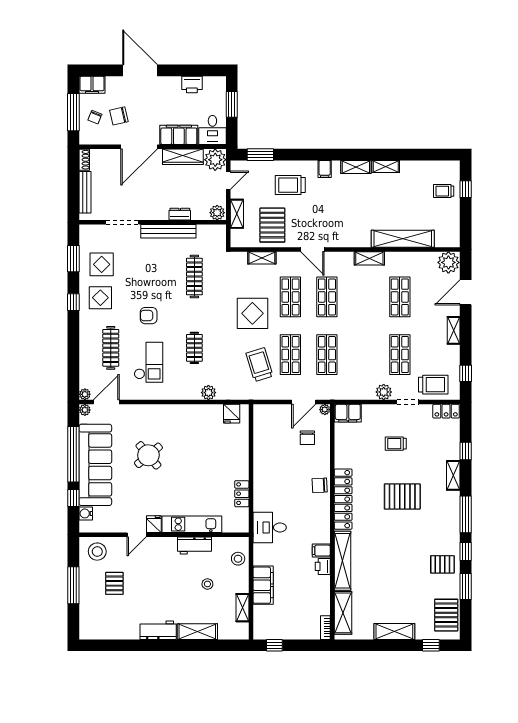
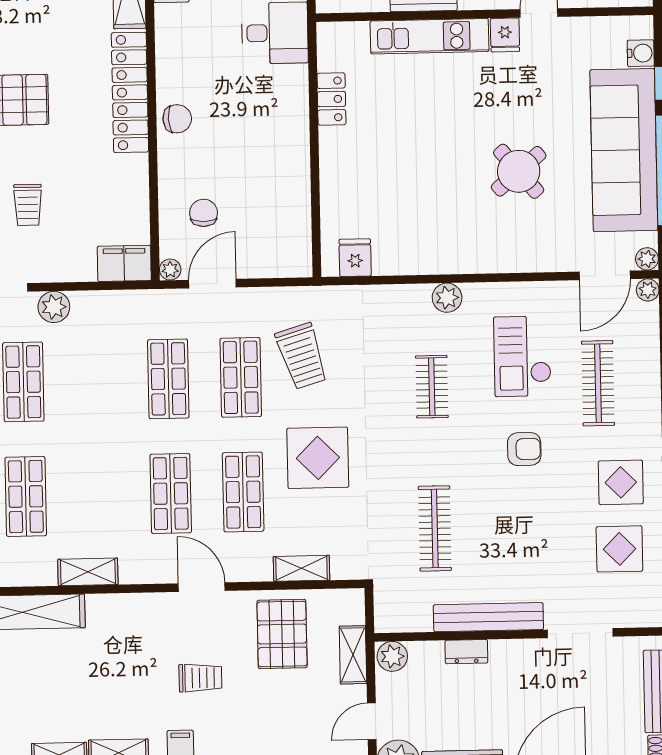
trolley: (290, 185) -> (200, 678), moved, width x0.73, depth x0.72
plant: (208, 393) -> (447, 298), moved
trolley: (396, 444) -> (28, 205), turned 90

